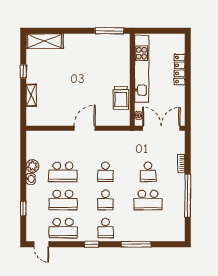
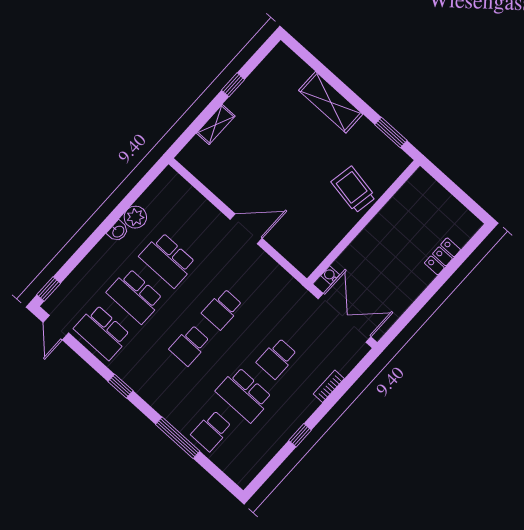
window: (109, 31) -> (391, 133), width x0.69
shelving: (45, 41) -> (331, 102), moved
kitchen unit: (142, 69) -> (388, 219), removed
locker: (179, 69) -> (442, 256), width x0.66
trolley: (121, 98) -> (353, 190), moved, turned 100
window: (188, 196) -> (300, 435), width x0.32
window: (23, 208) -> (49, 289), moved
school desk: (105, 228) -> (211, 431), moved

